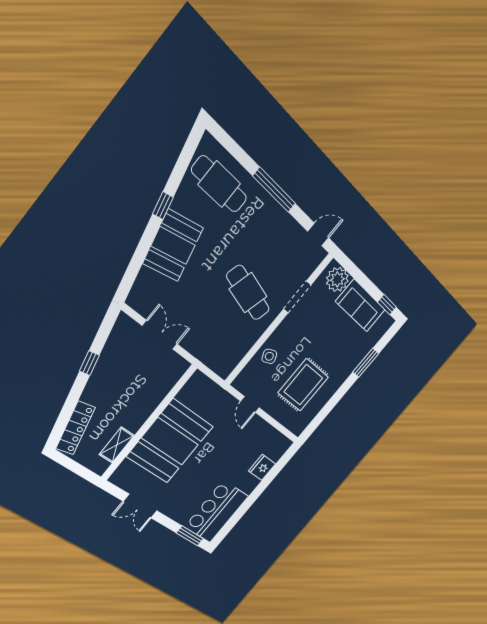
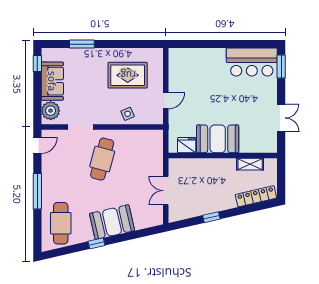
door: (318, 235) -> (37, 145), swing flipped
booth: (170, 441) -> (218, 139), width x0.73, depth x0.70
fridge: (262, 467) -> (187, 145), moved, turned 180

